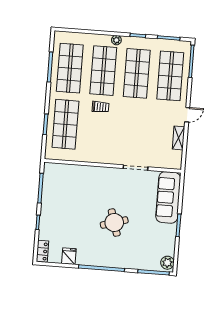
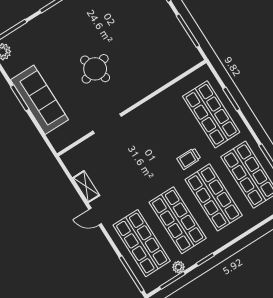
plant: (116, 40) -> (178, 267), moved
door: (187, 115) -> (95, 217), hinge flipped
sofa: (168, 197) -> (39, 100), moved
round table: (114, 223) -> (95, 69), moved

